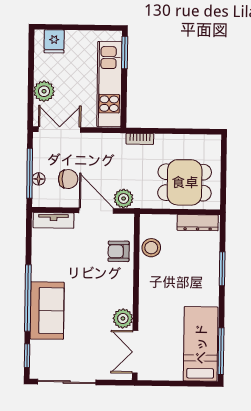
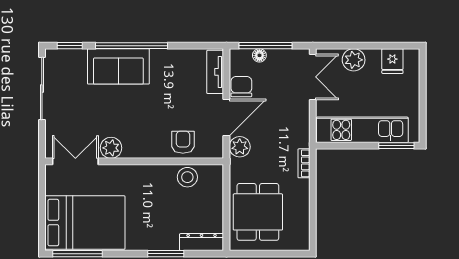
fridge: (54, 41) -> (392, 61), moved, turned -90
chair: (68, 179) -> (241, 87), moved, turned 180
dresser: (198, 223) -> (202, 242), moved, turned 90
bed: (201, 344) -> (85, 223), width x1.50

